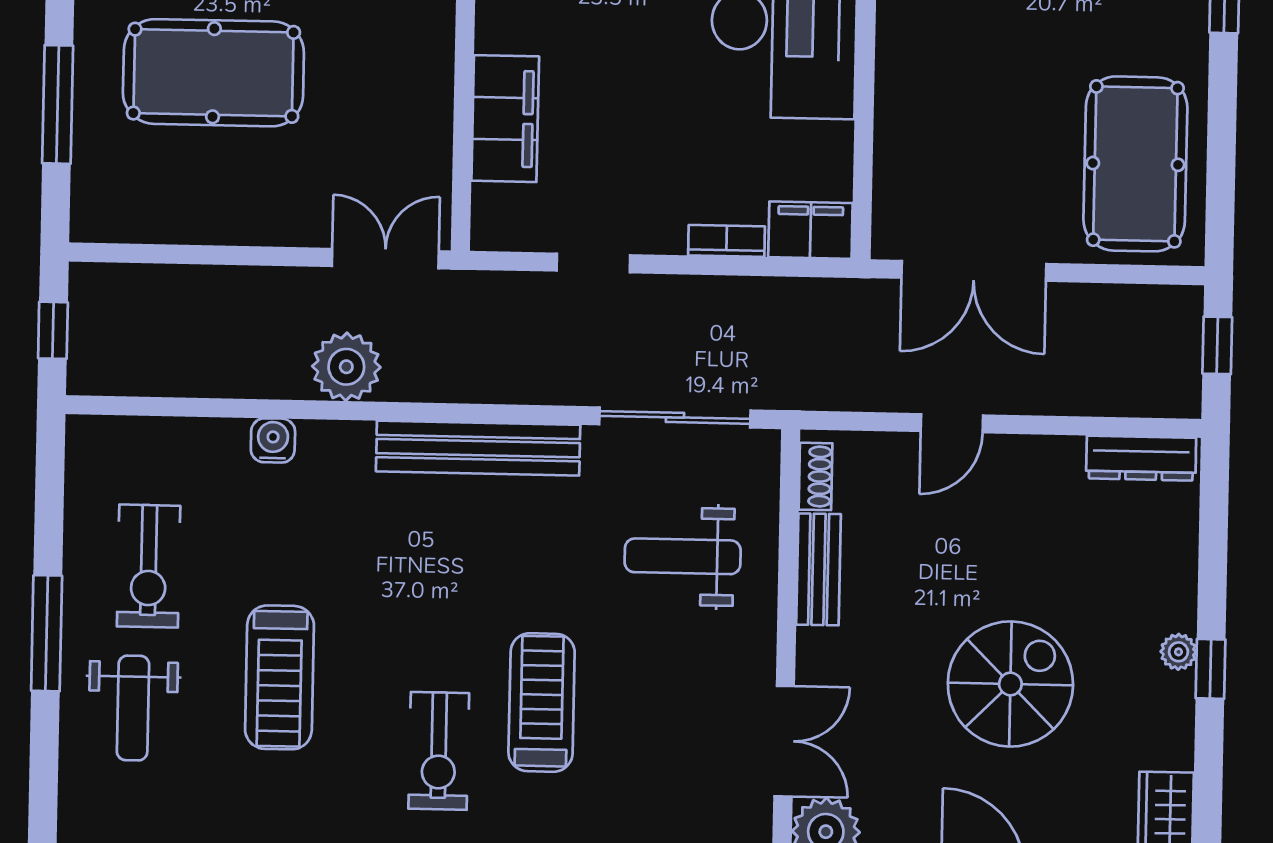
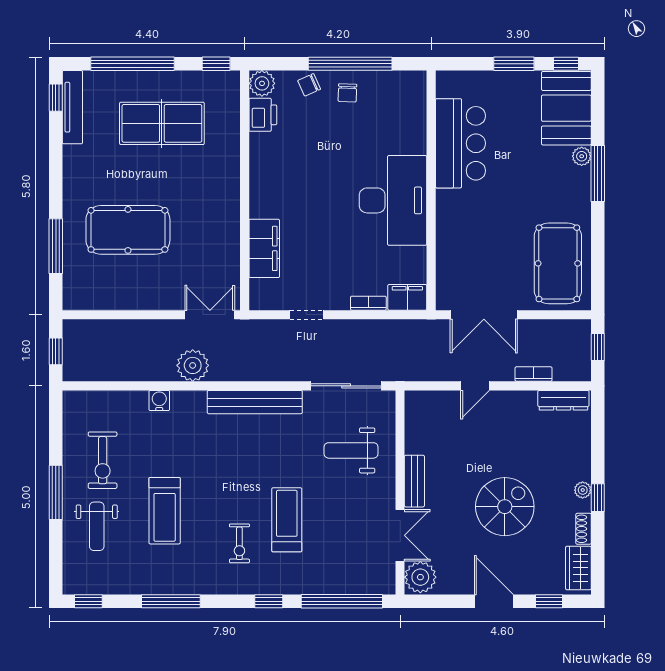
bookcase: (1078, 401) -> (534, 374), added
shoe rack: (815, 476) -> (584, 529), moved, turned 180
bench: (819, 569) -> (414, 481), moved
exercise bike: (439, 751) -> (239, 543), width x0.73, depth x0.72

